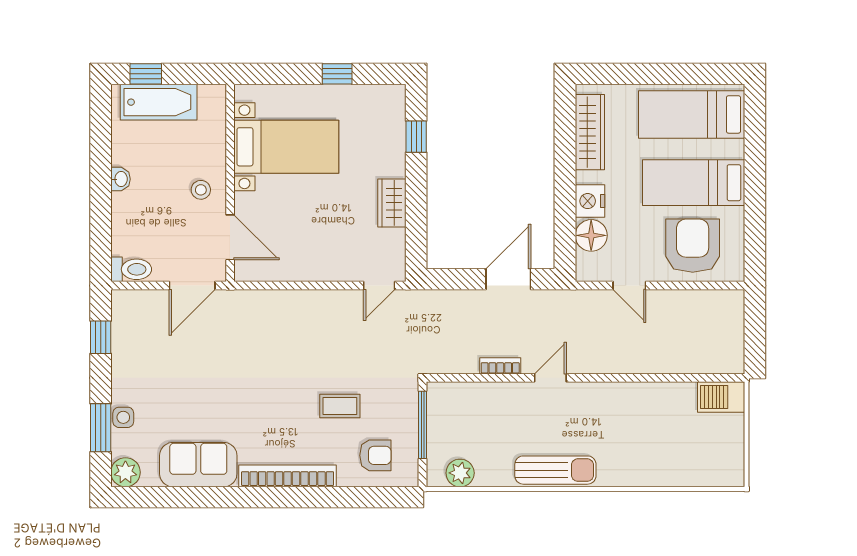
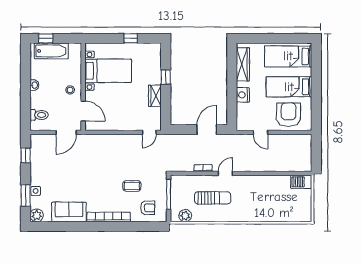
window: (416, 137) -> (166, 77), moved
floor lamp: (591, 235) -> (243, 110), removed
toilet: (131, 269) -> (39, 115), moved
sun lounger: (555, 470) -> (213, 198), moved

